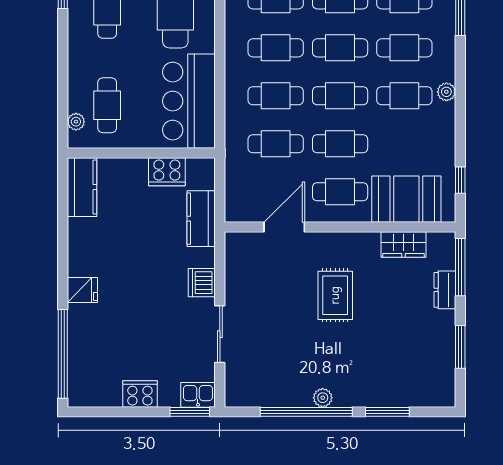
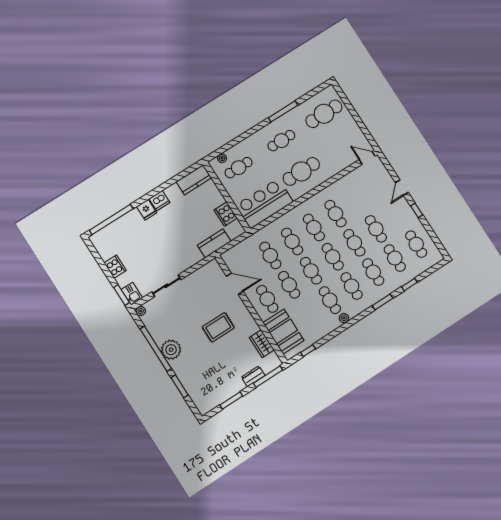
dishwasher: (202, 283) -> (159, 201), moved, turned 180
plant: (234, 398) -> (141, 311), added
plant: (323, 398) -> (171, 350), width x1.88, depth x1.88

